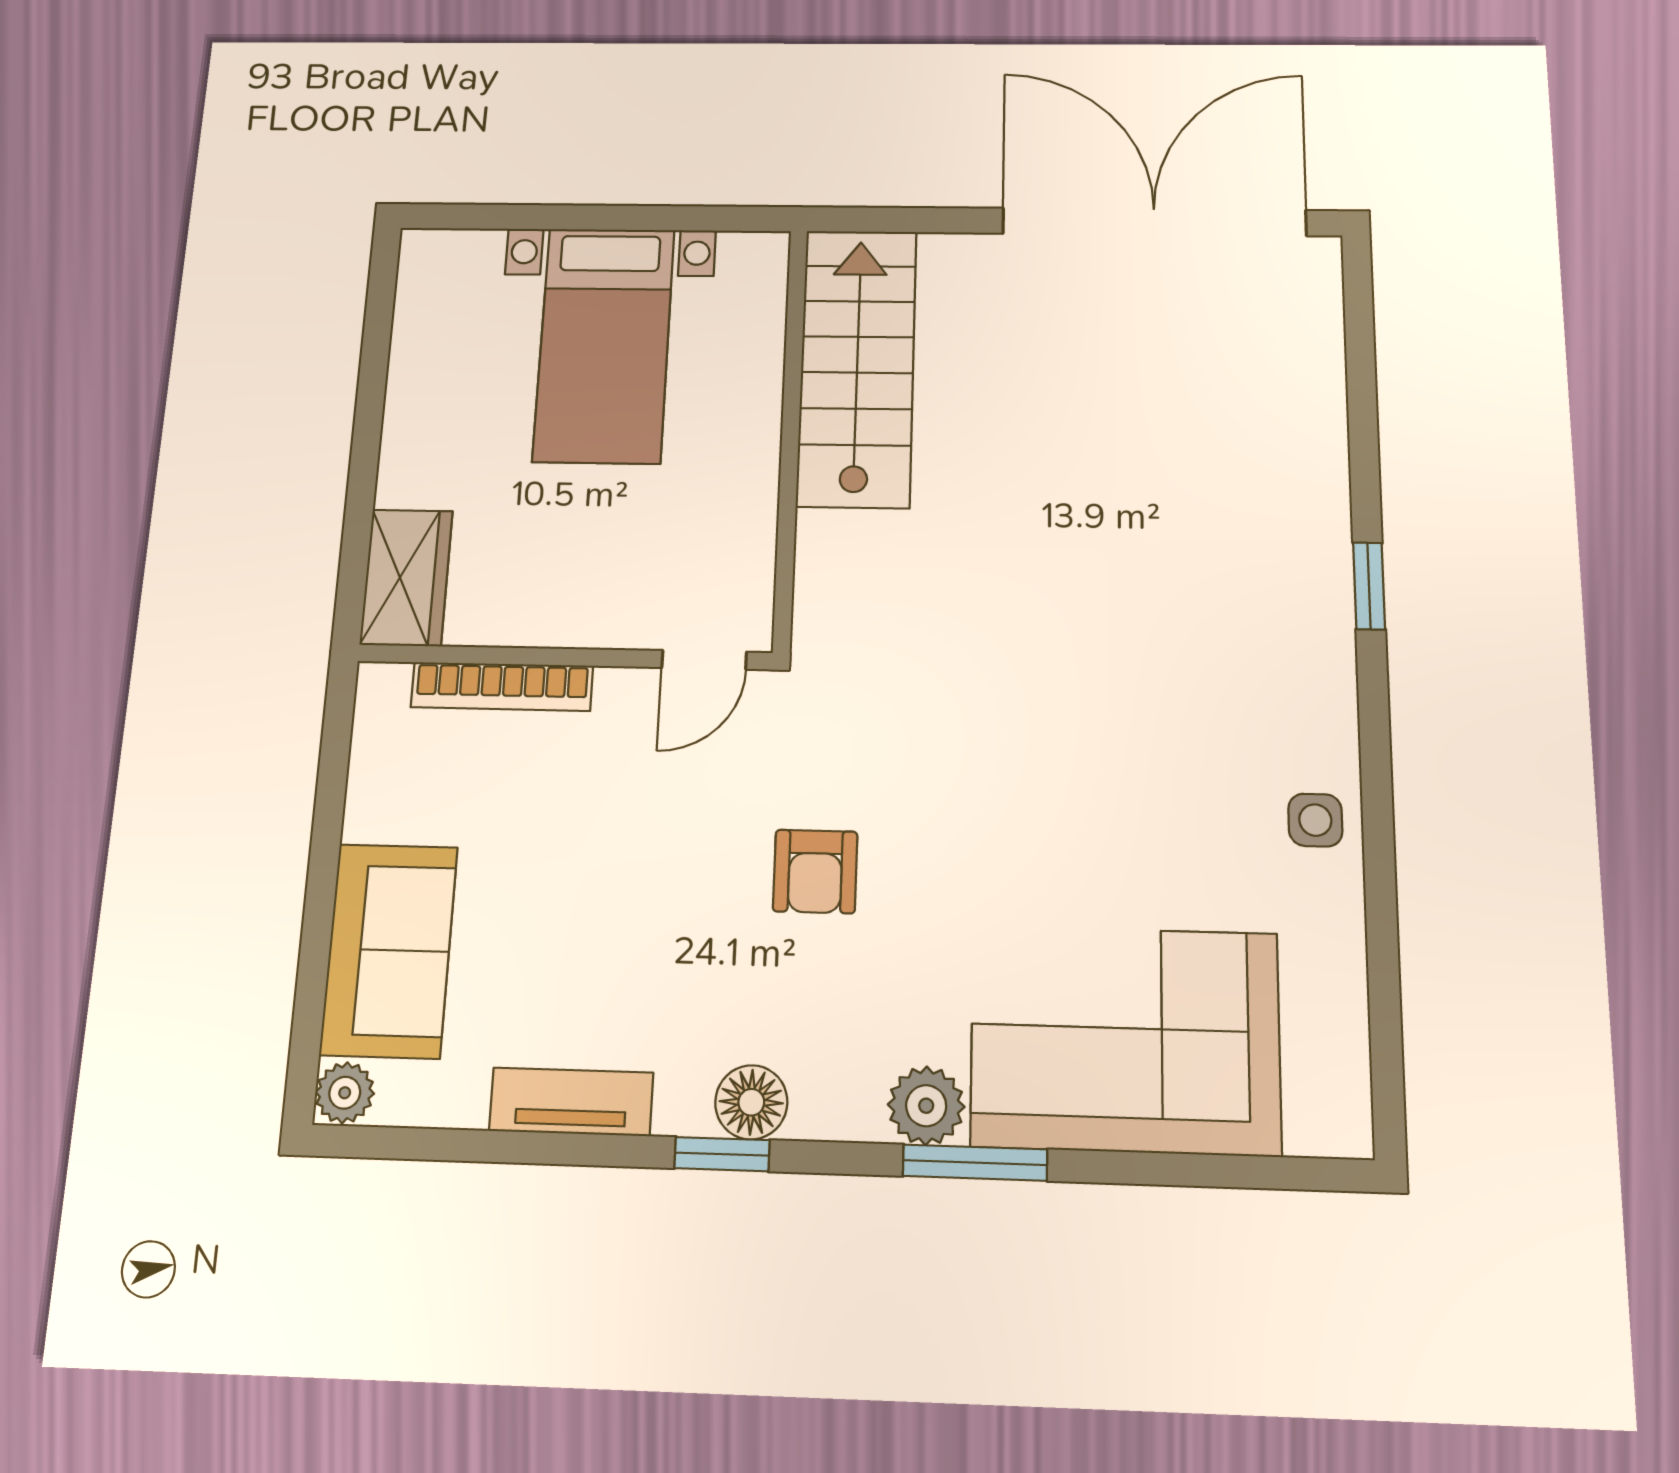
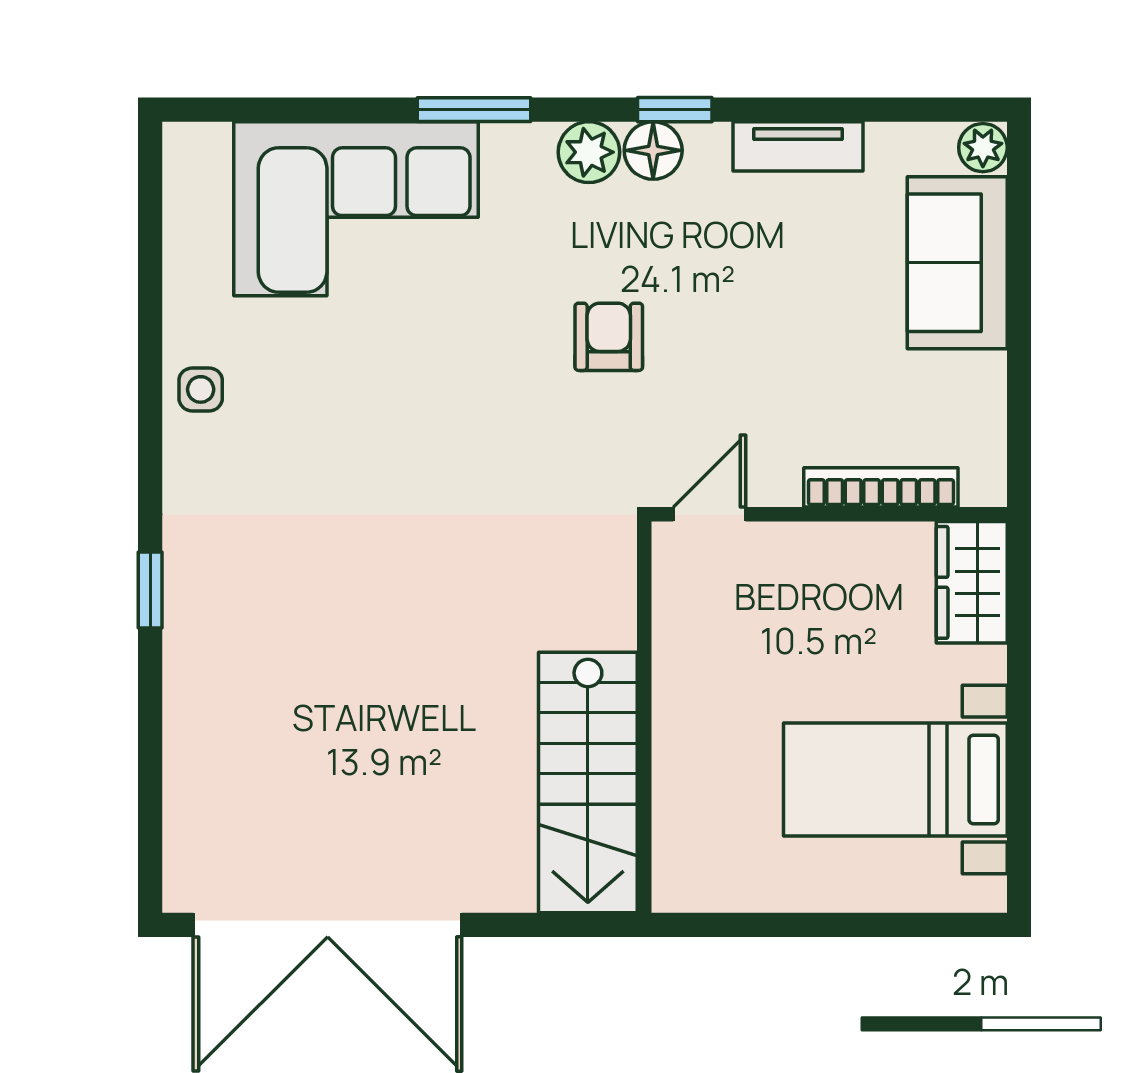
bed with nightstands: (604, 345) -> (895, 779), moved, turned -90
plant: (926, 1106) -> (589, 152), moved

